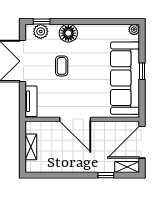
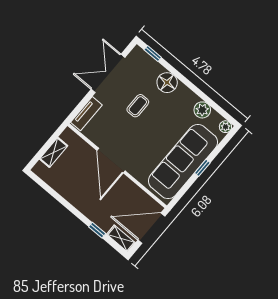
plant: (41, 31) -> (202, 110), moved

